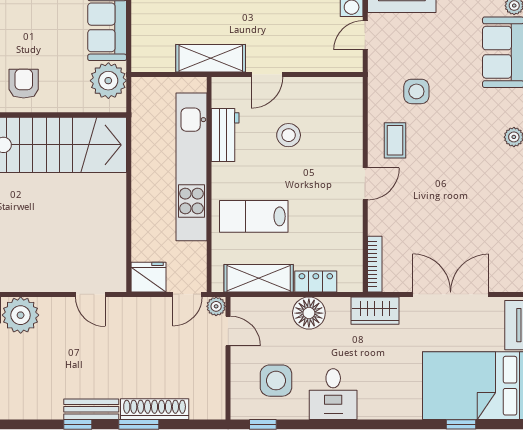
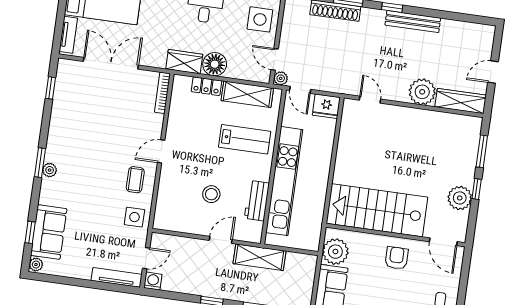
armchair: (24, 84) -> (397, 258), turned 180
side table: (416, 91) -> (134, 217), moved
door: (187, 294) -> (300, 90), swing flipped
double door: (451, 294) -> (111, 63), swing flipped
wardrobe: (375, 311) -> (184, 62), moved
side table: (276, 381) -> (260, 19), moved
bench: (91, 409) -> (413, 21), moved, width x1.36

